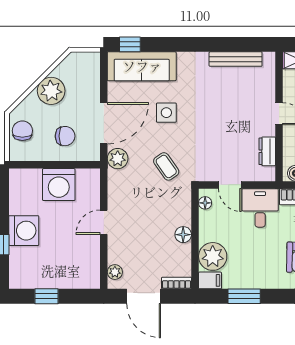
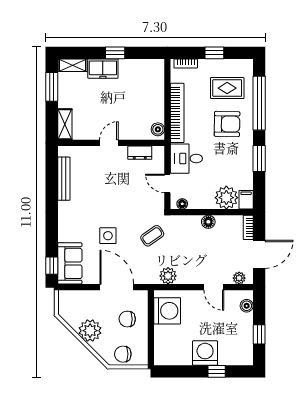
sofa: (142, 66) -> (70, 263), width x0.73
chair: (65, 136) -> (127, 319), turned -89
plant: (118, 159) -> (168, 276), moved
washing machine: (59, 185) -> (167, 311), moved
door: (230, 185) -> (167, 183), swing flipped
door: (104, 222) -> (214, 287), moved
boiler: (81, 281) -> (247, 306), added
window: (244, 296) -> (259, 159), moved

